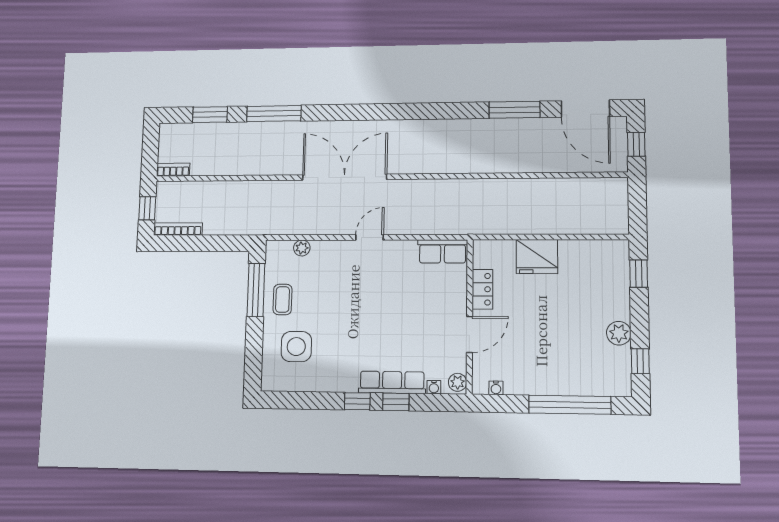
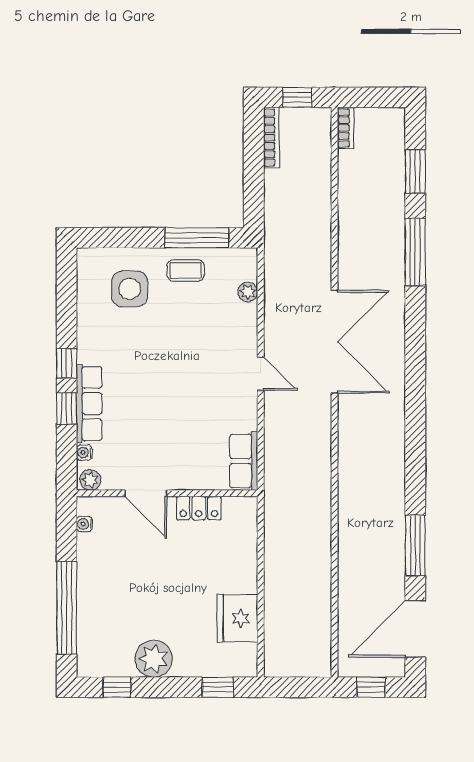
fridge: (537, 257) -> (237, 618), moved
plant: (619, 333) -> (154, 659), width x1.36, depth x1.36

